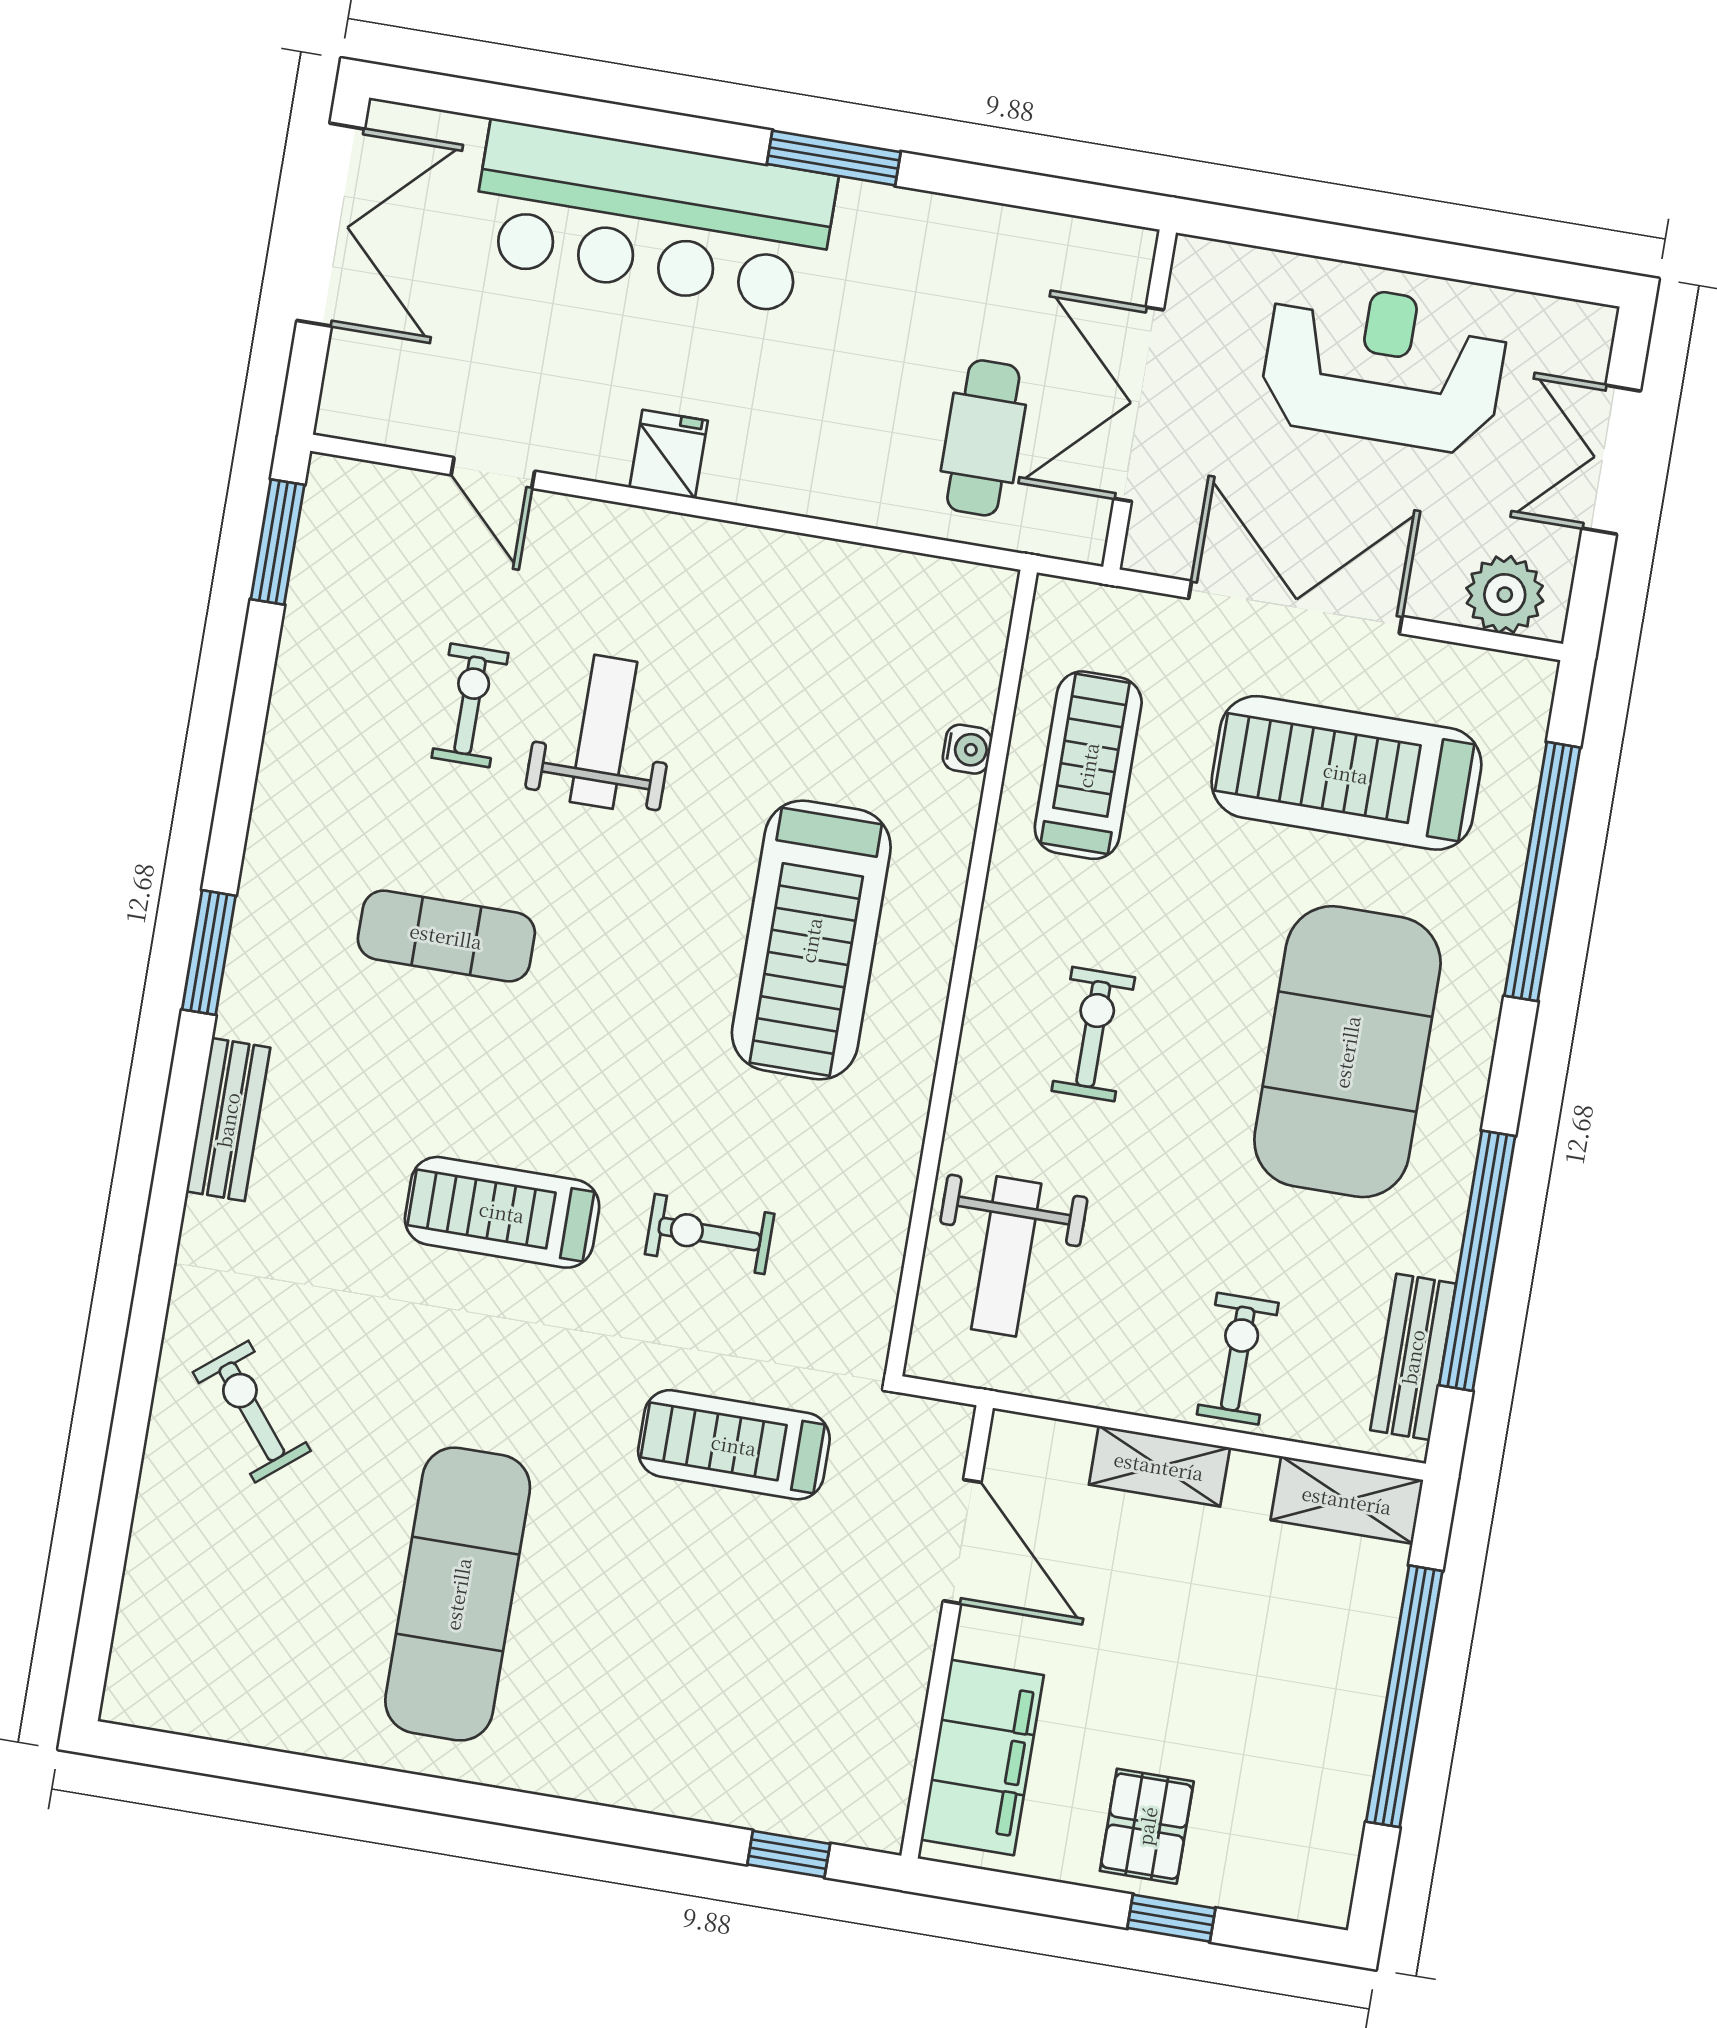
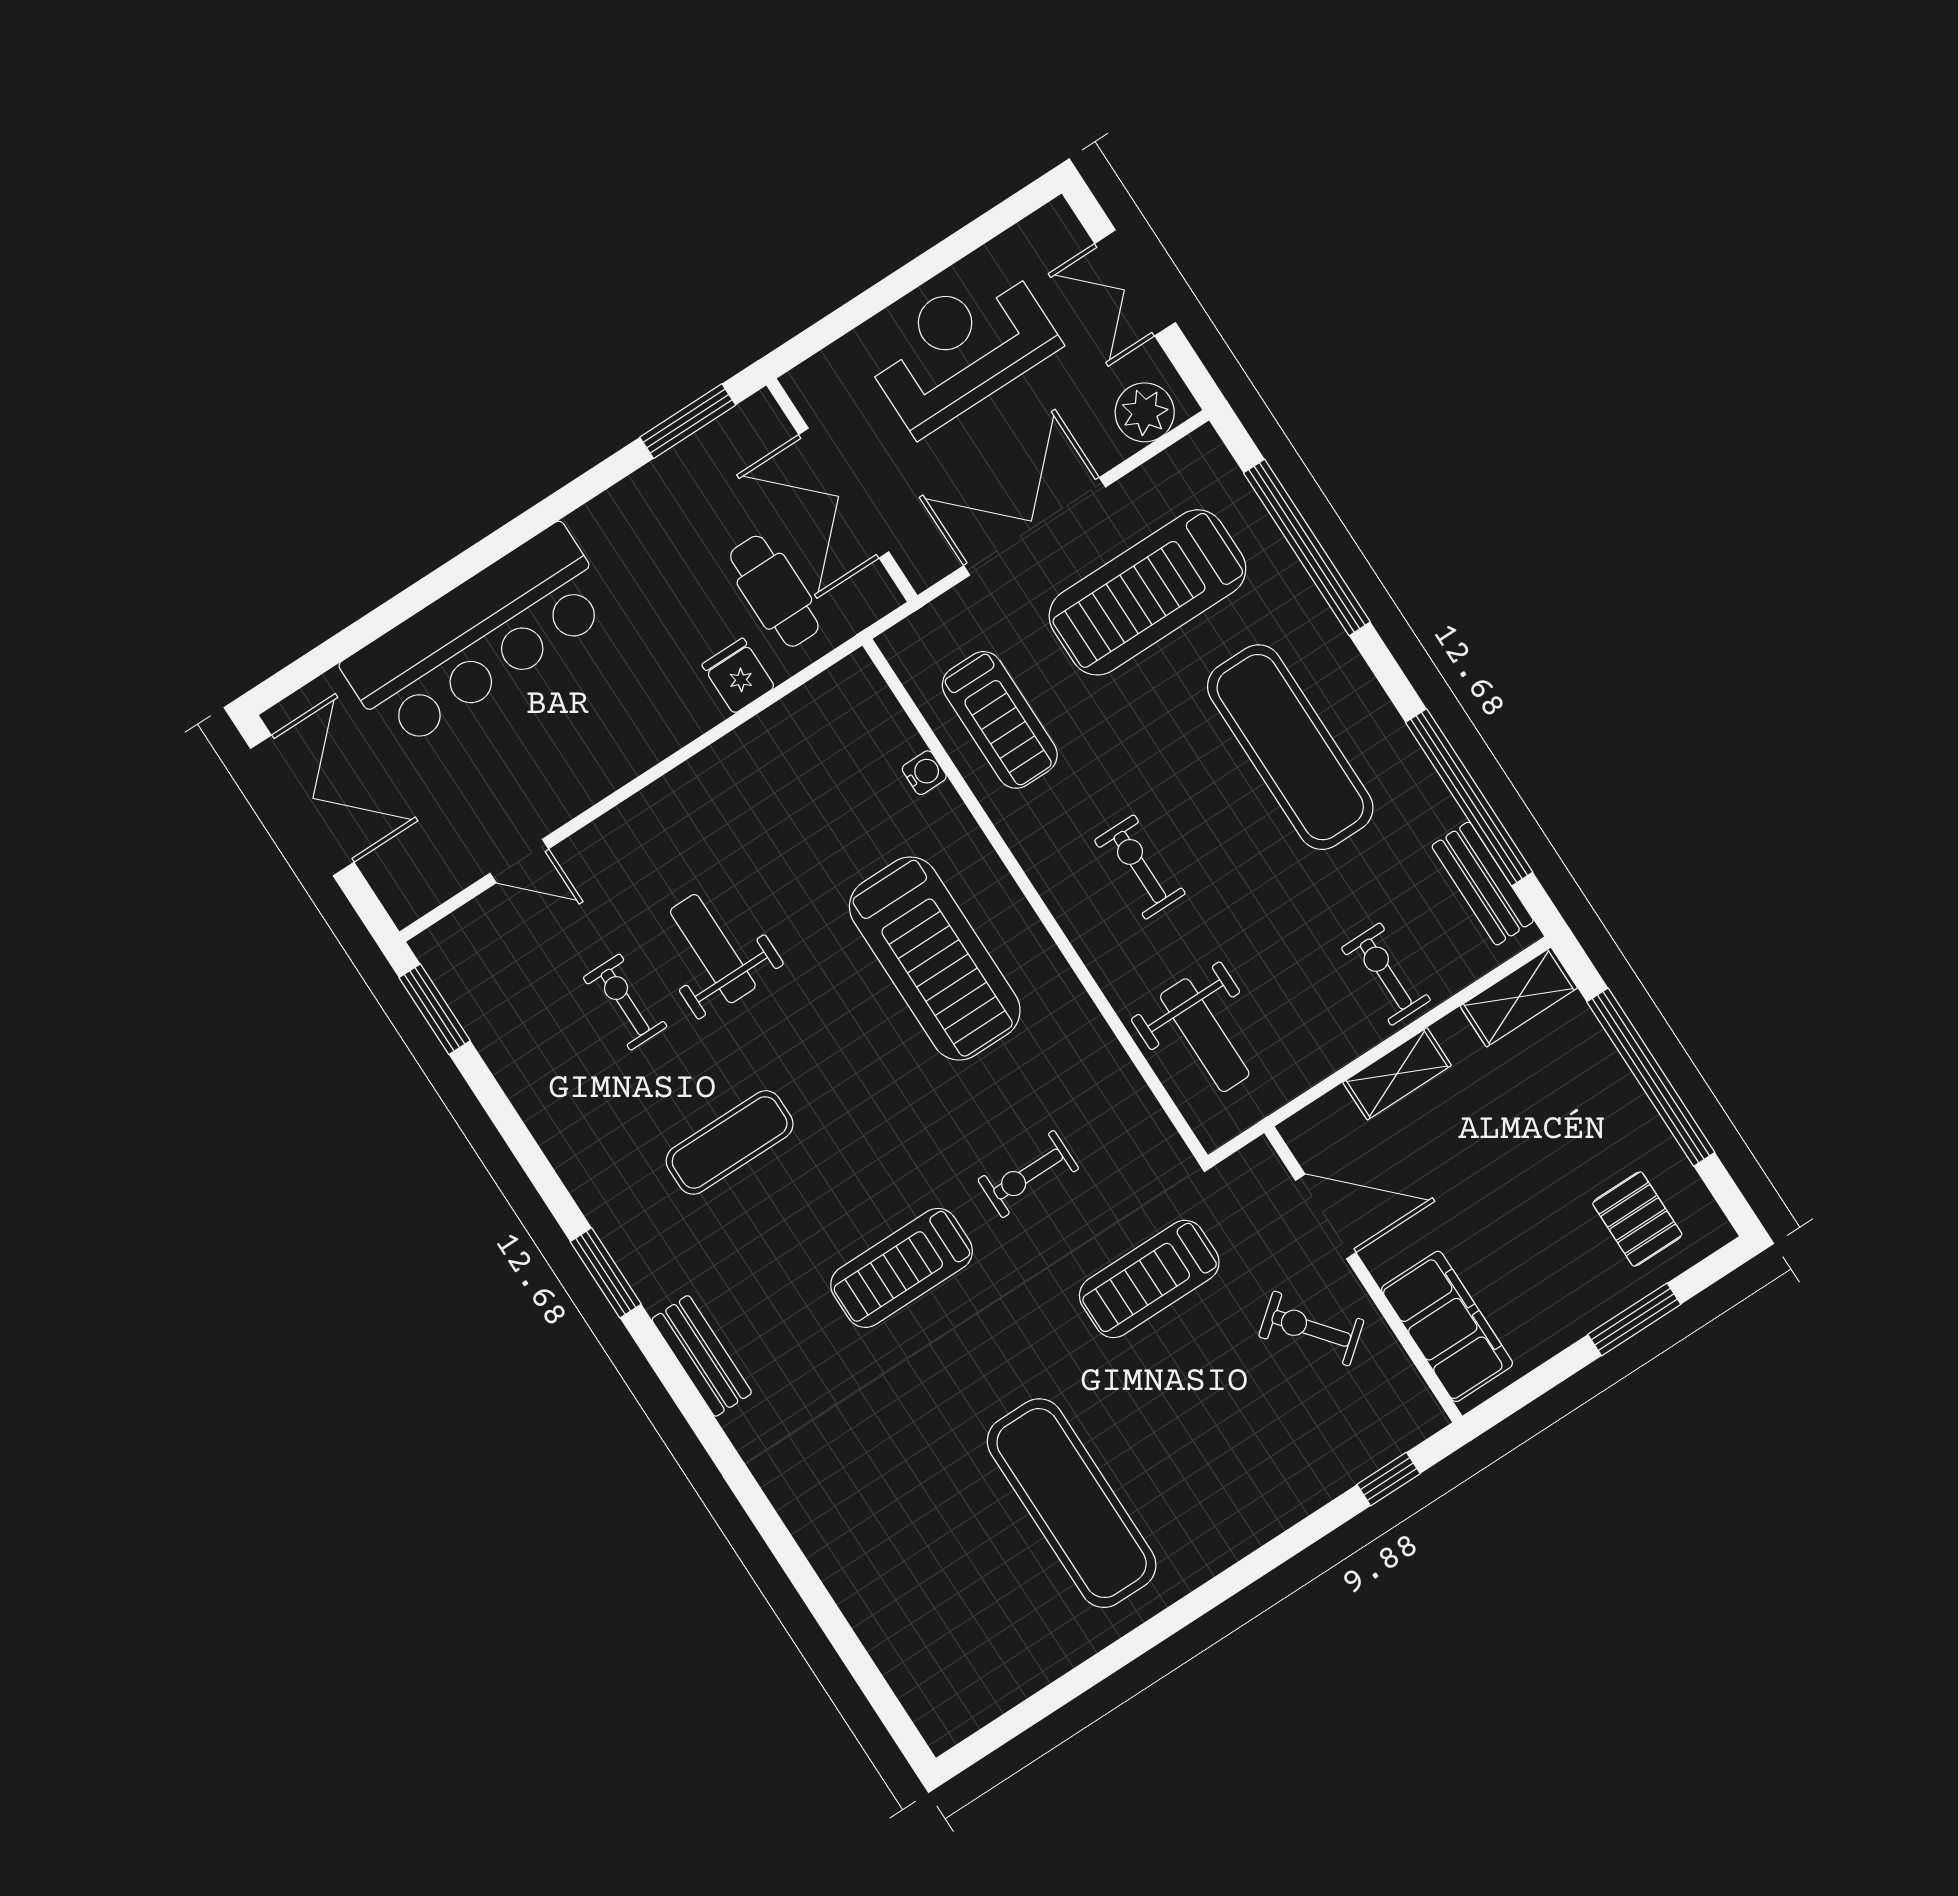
window: (834, 158) -> (688, 421), moved
fridge: (669, 454) -> (738, 676), moved
treadmill: (1088, 765) -> (1000, 720), turned 180
exercise mat: (1347, 1052) -> (1290, 747), width x0.68
exercise bike: (252, 1412) -> (1311, 1328), moved
pallet: (1147, 1826) -> (1637, 1219), moved
window: (1171, 1918) -> (1634, 1319), width x1.50

